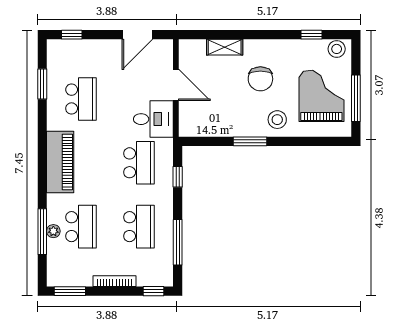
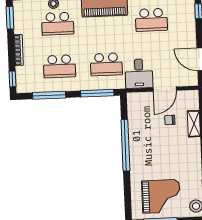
chair: (260, 79) -> (170, 120), moved, width x0.54, depth x0.54
stool: (277, 120) -> (142, 165), removed
window: (250, 141) -> (125, 145), width x2.11
window: (178, 177) -> (97, 93), width x2.17

